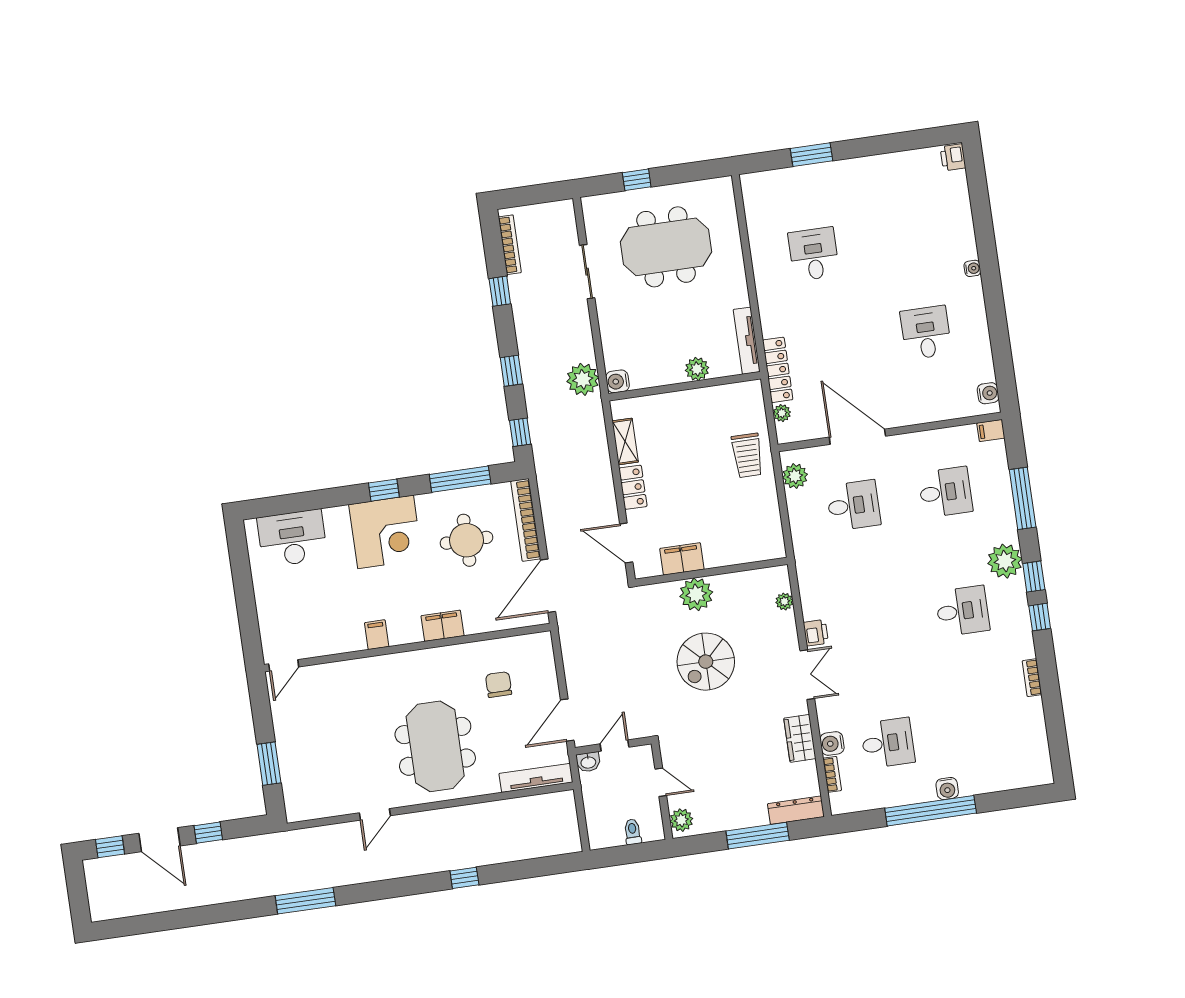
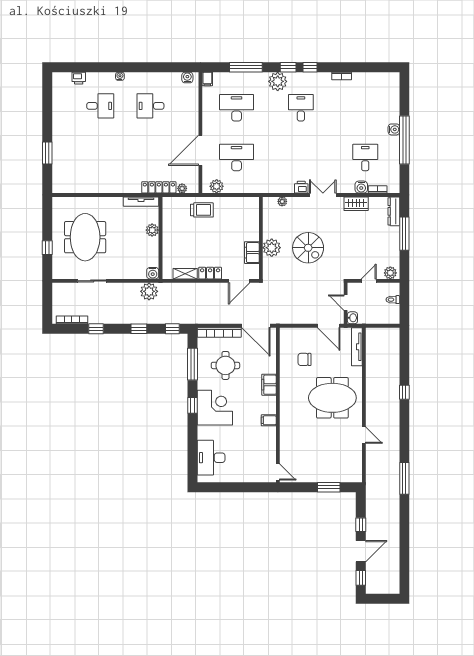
printer: (953, 157) -> (79, 78), moved
desk: (814, 254) -> (100, 106), moved, turned 180
desk: (945, 492) -> (237, 108), width x1.37
desk: (854, 505) -> (237, 157), width x1.37

